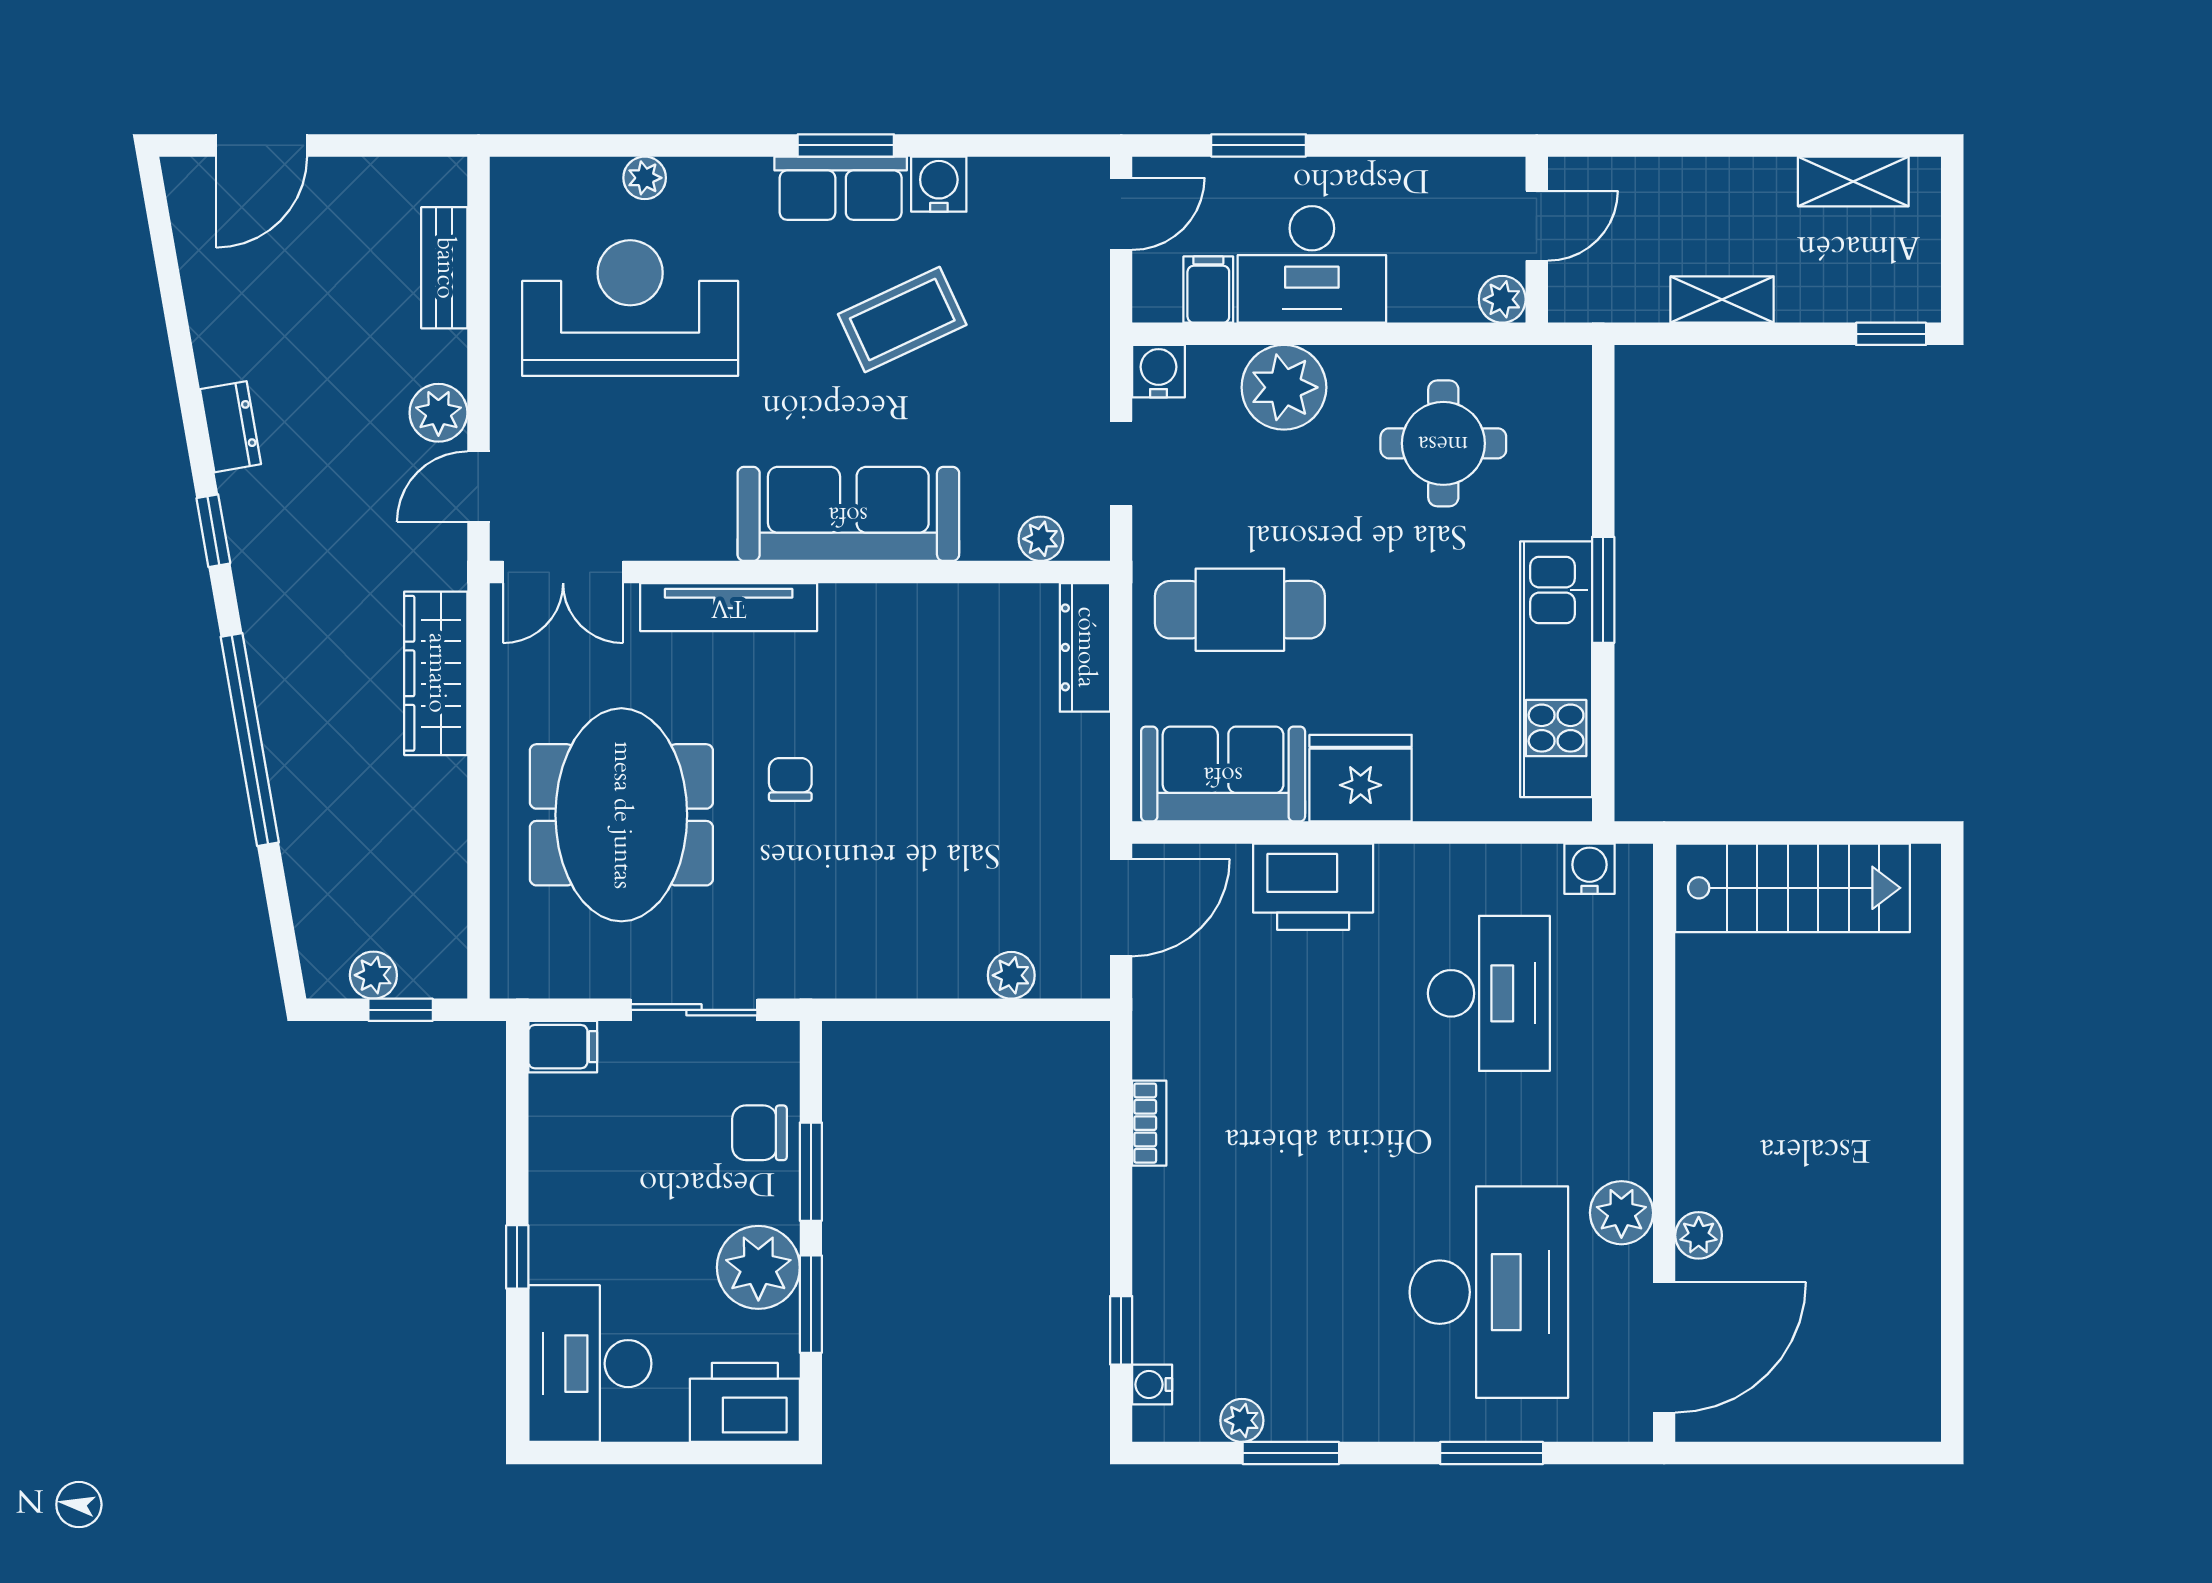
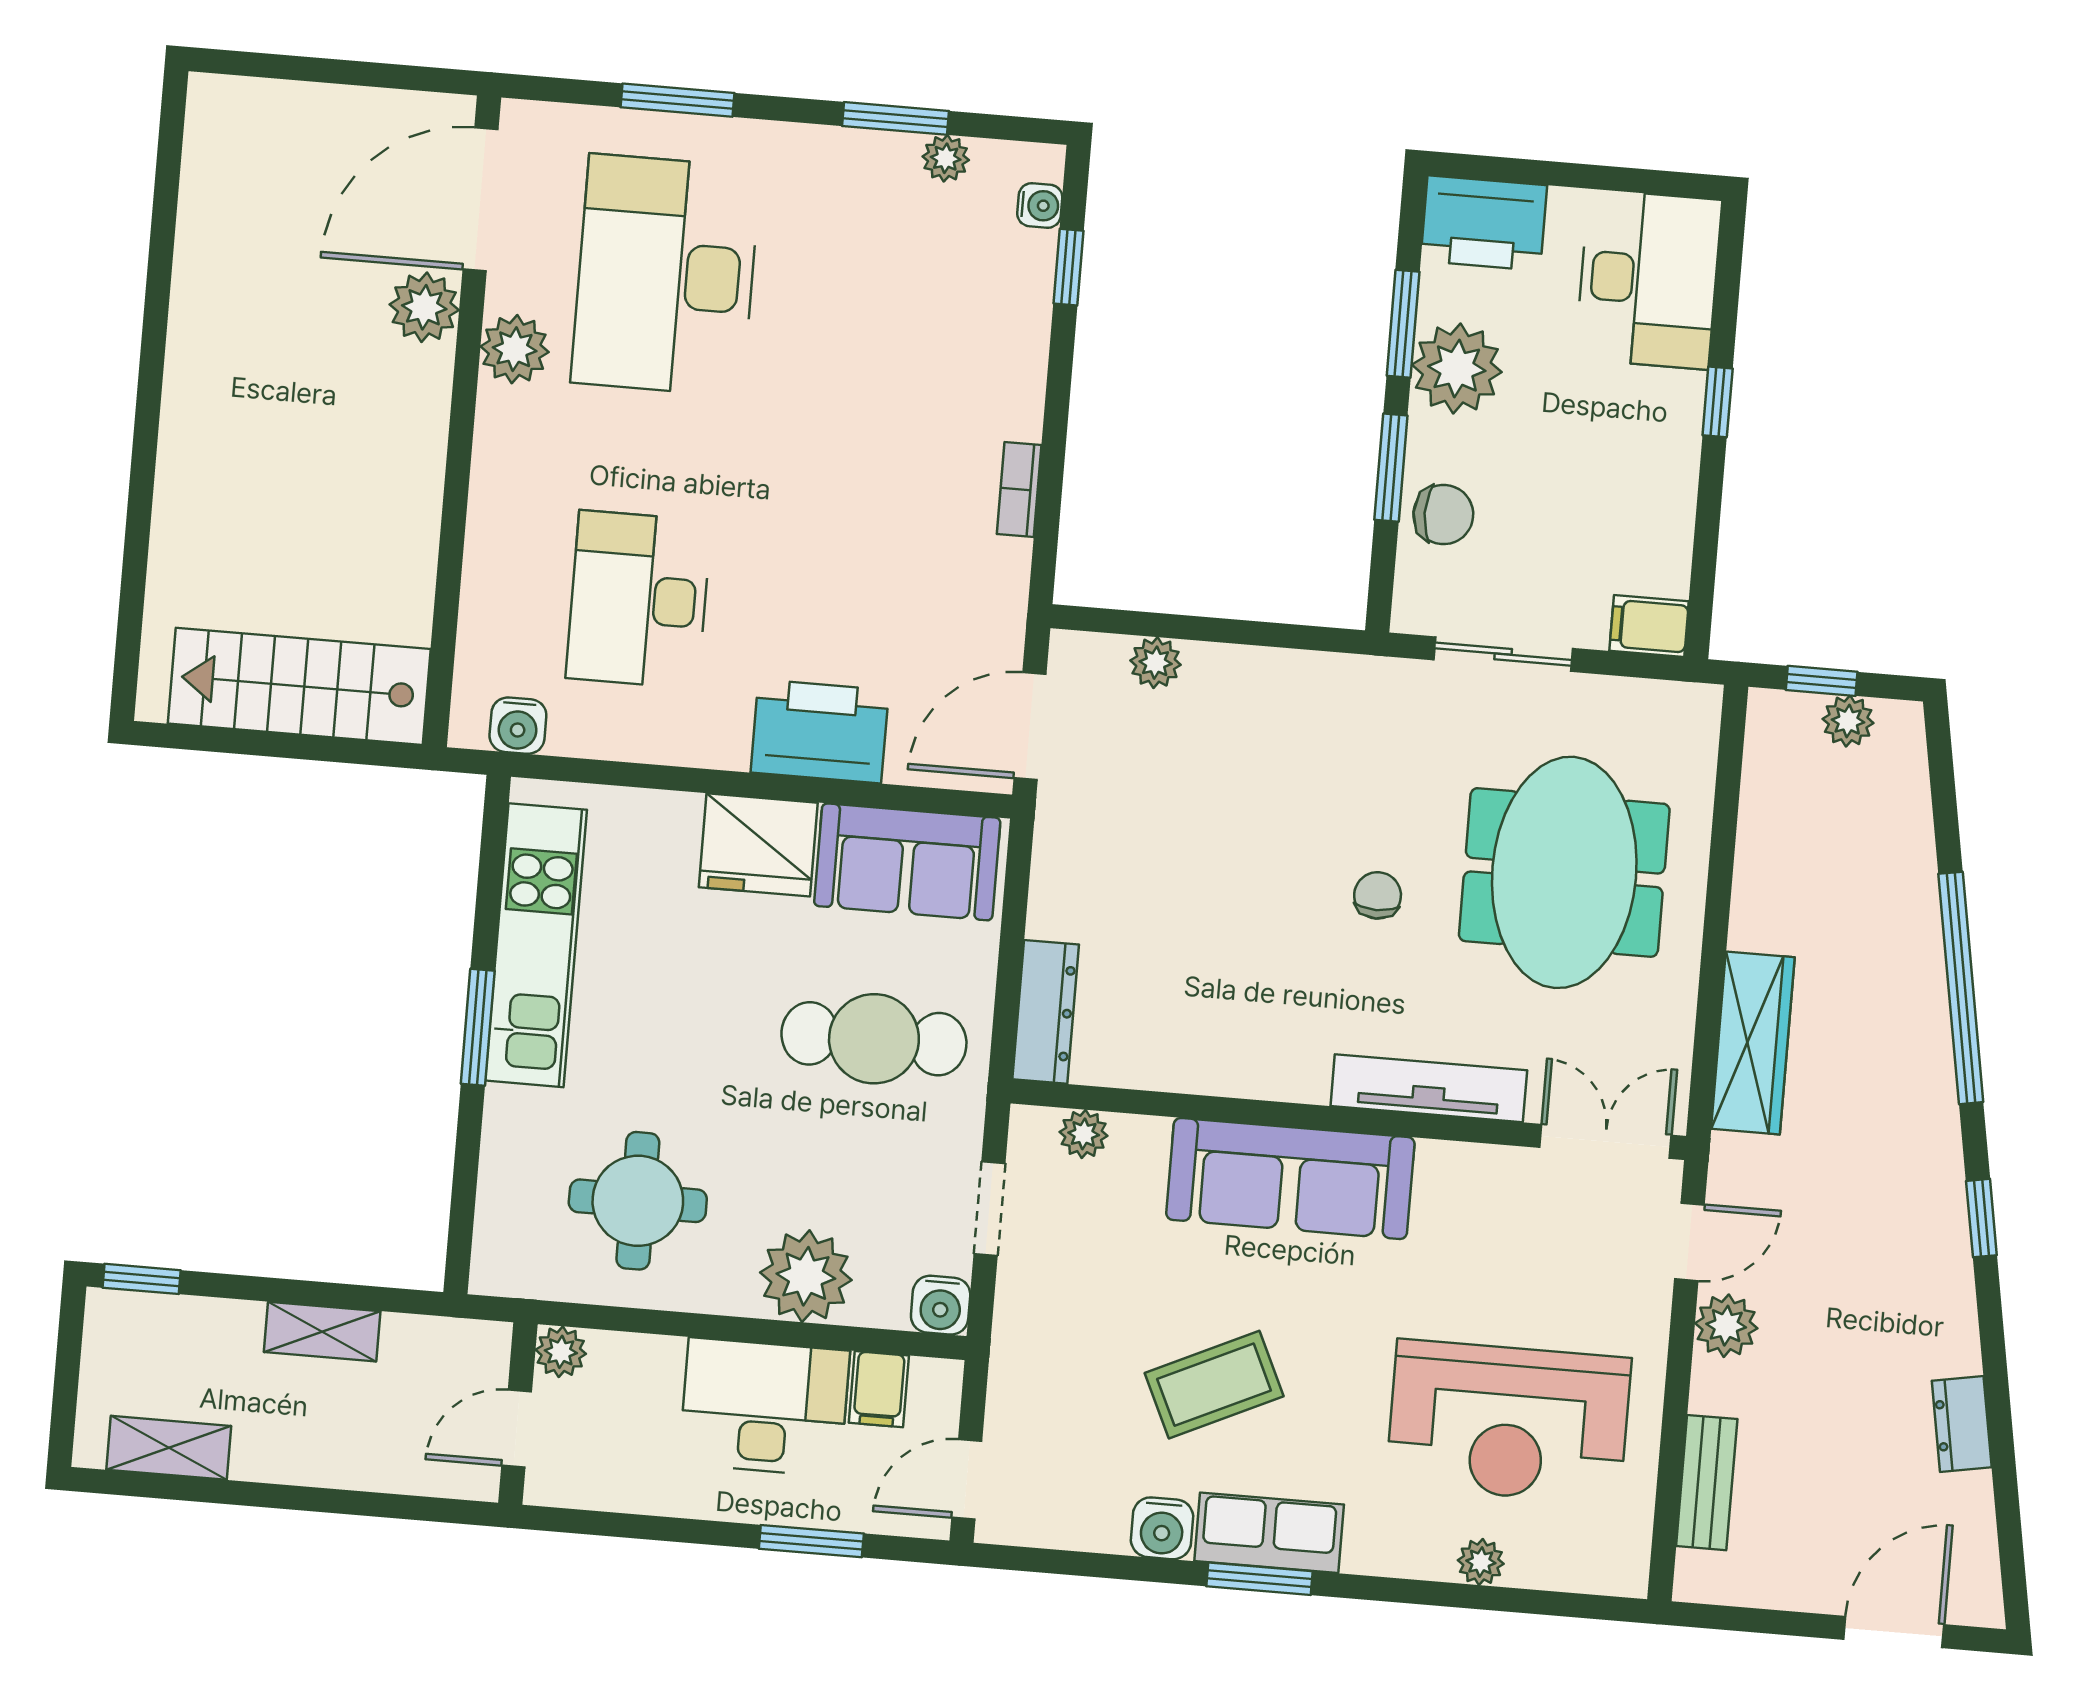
dresser: (230, 427) -> (1962, 1424), moved
chair: (790, 779) -> (1378, 895), turned 180
plant: (1699, 1235) -> (424, 307), width x1.38, depth x1.38

